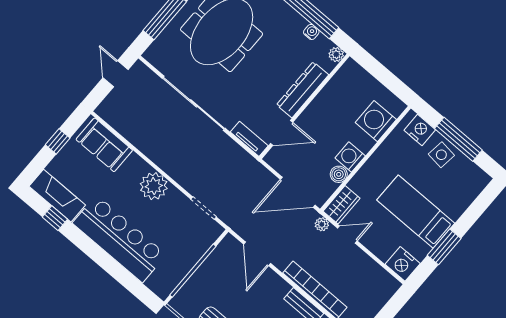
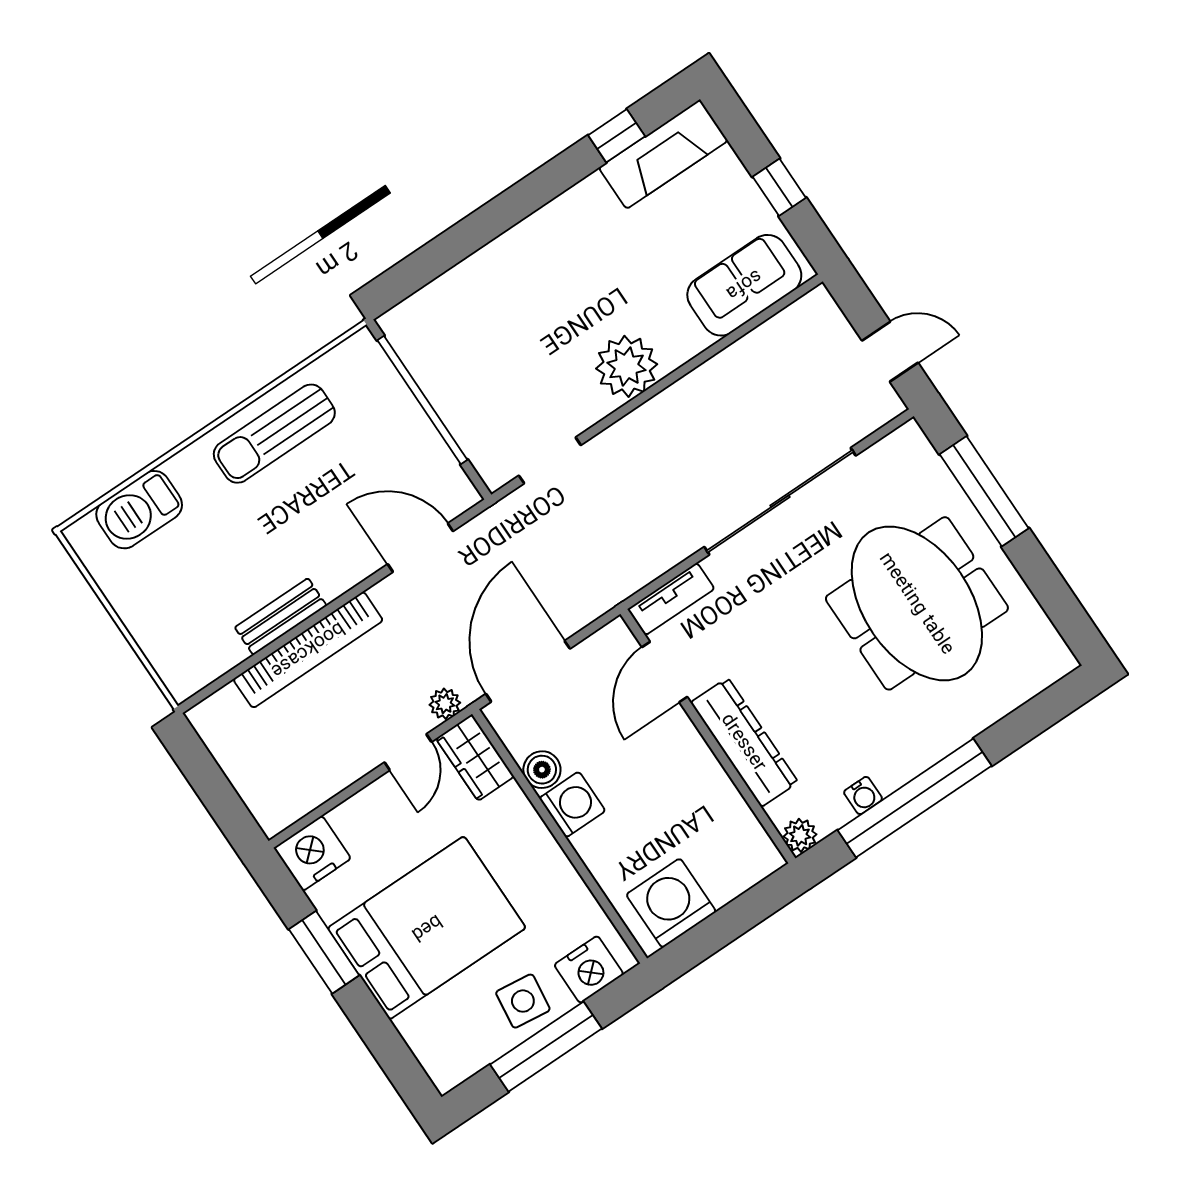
washing machine: (376, 121) -> (671, 903), moved, turned -90
bed: (416, 212) -> (427, 928), width x1.50
bar counter: (119, 239) -> (534, 262), removed

